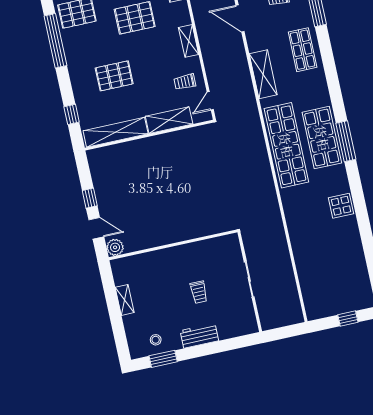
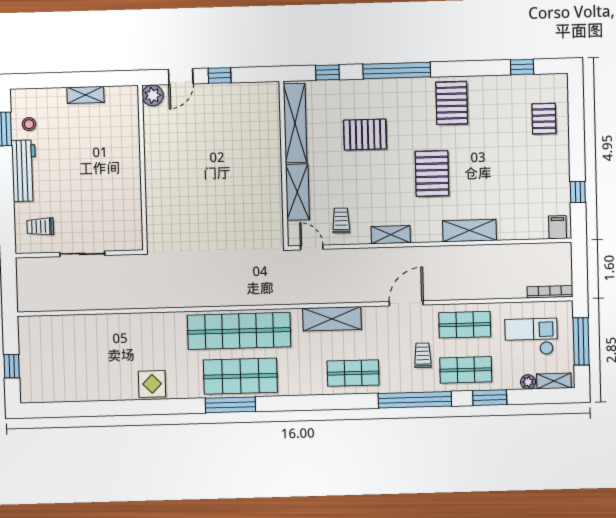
window: (55, 41) -> (397, 71), moved
pallet: (114, 76) -> (365, 134), turned 90
trolley: (199, 292) -> (40, 227), moved
workbench: (199, 336) -> (24, 171), width x1.37

